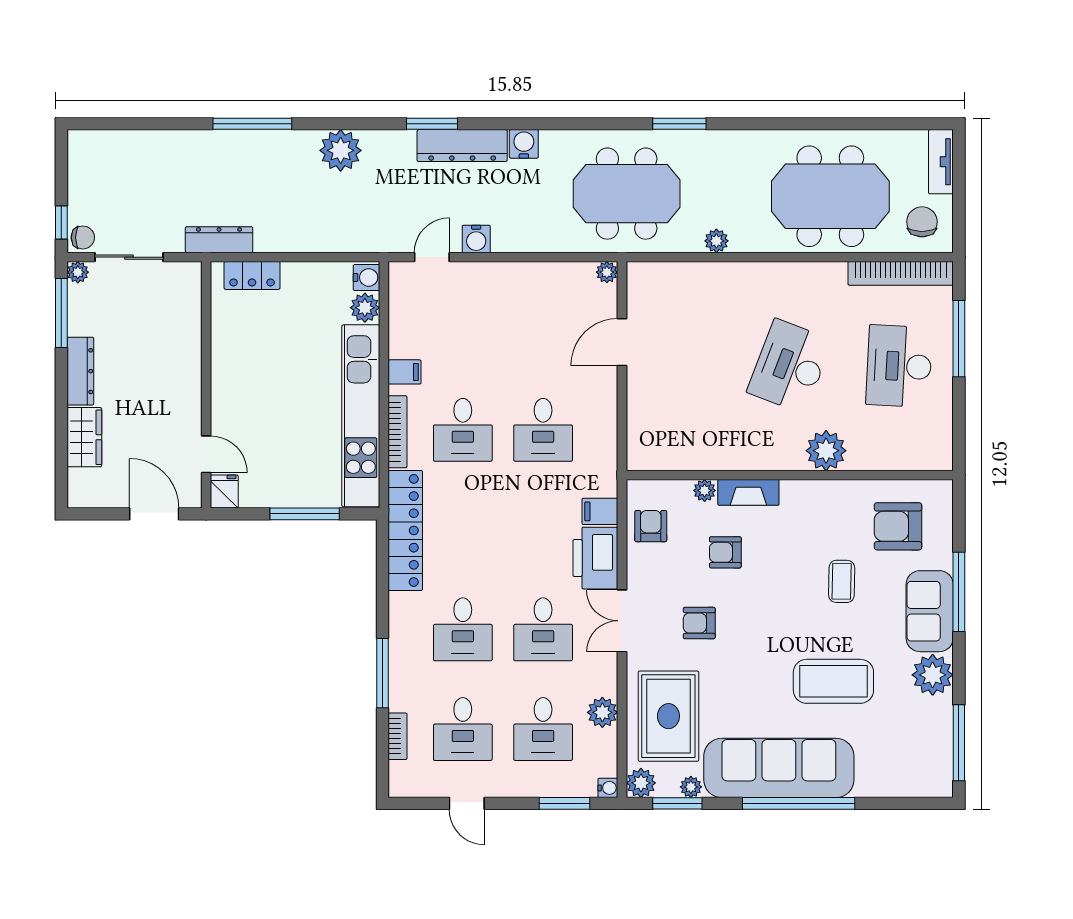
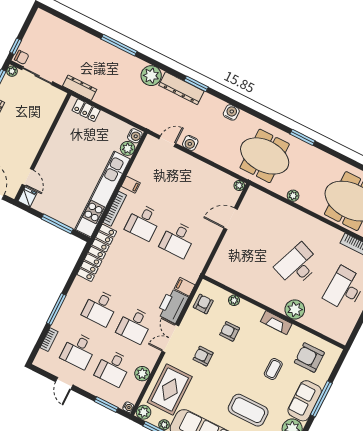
dresser: (462, 146) -> (181, 88), moved
fireplace: (748, 492) -> (276, 323), moved

